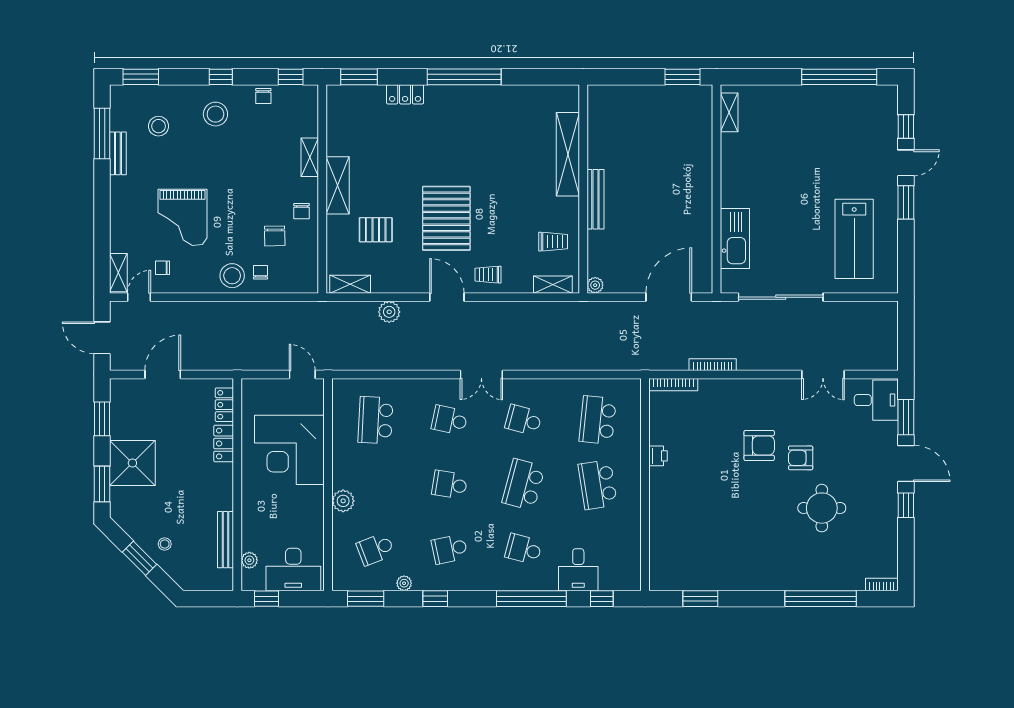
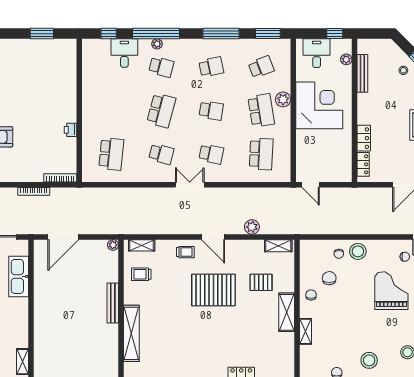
pallet: (446, 218) -> (213, 290), turned 90
corner desk: (289, 450) -> (319, 105), moved
school desk: (598, 485) -> (261, 110), moved
desk: (293, 570) -> (317, 53), width x0.73
plant: (404, 583) -> (157, 44), moved
window: (435, 599) -> (221, 34), width x2.17

